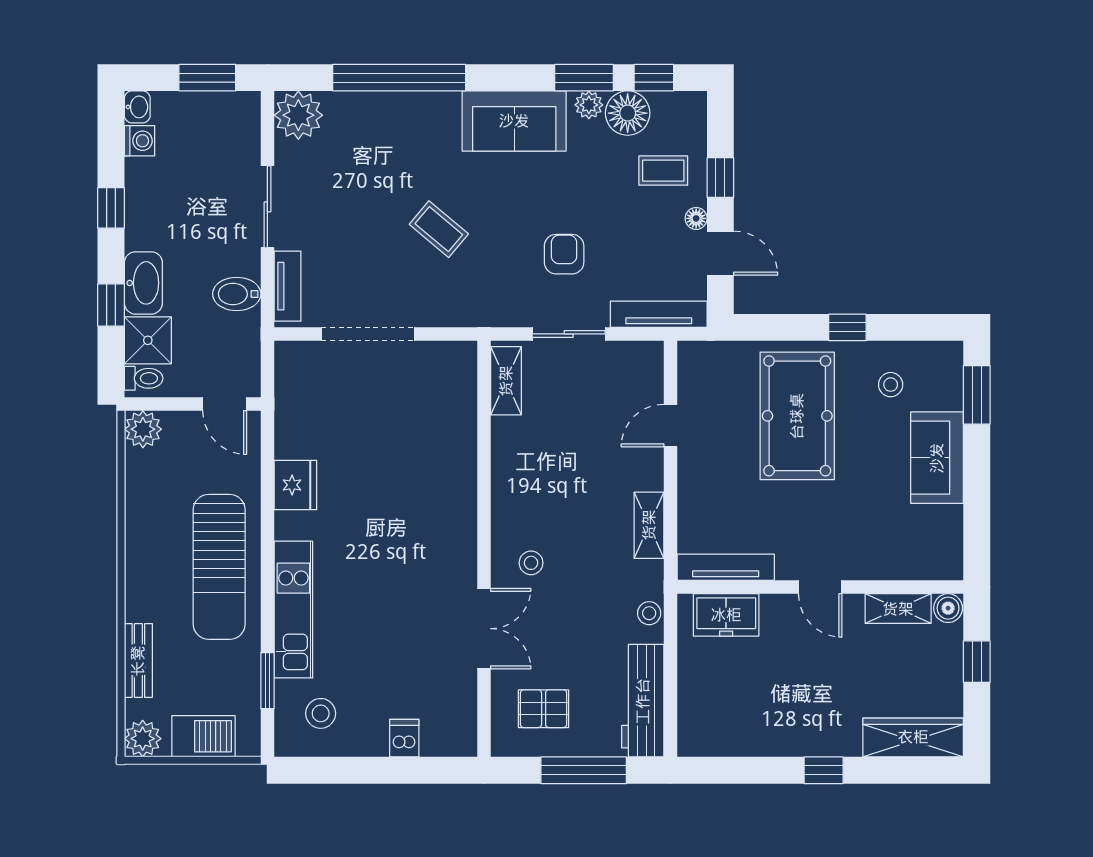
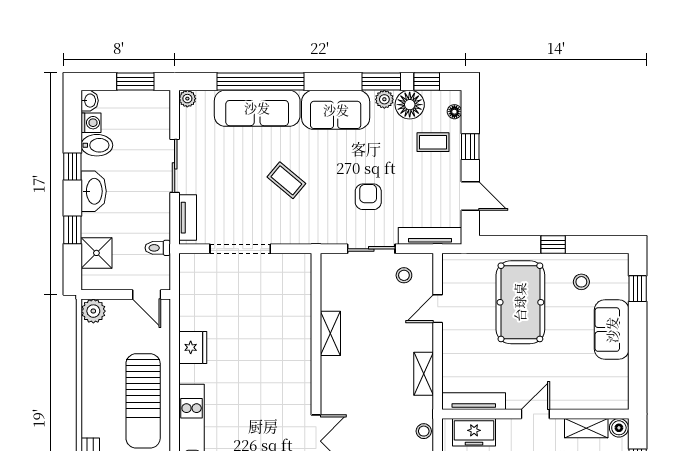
plant: (298, 115) -> (187, 99), width x0.53, depth x0.53
sofa: (394, 119) -> (257, 108), added
floor lamp: (696, 218) -> (454, 112), moved
washbasin: (143, 283) -> (94, 191), moved
bidet: (237, 294) -> (97, 145), moved, turned 180
toilet: (144, 378) -> (158, 248), moved, turned 180
shelving: (506, 381) -> (330, 333), moved
window: (977, 395) -> (638, 289), width x0.67
stool: (531, 563) -> (404, 275), moved
door: (820, 587) -> (535, 414), swing flipped

